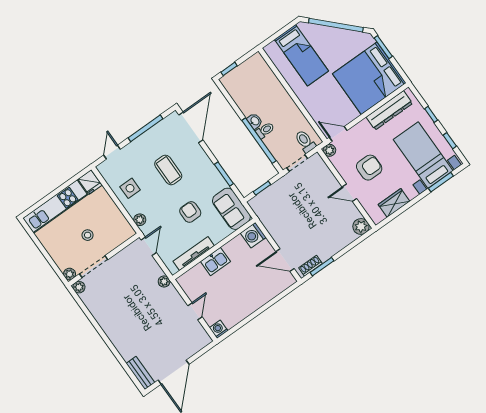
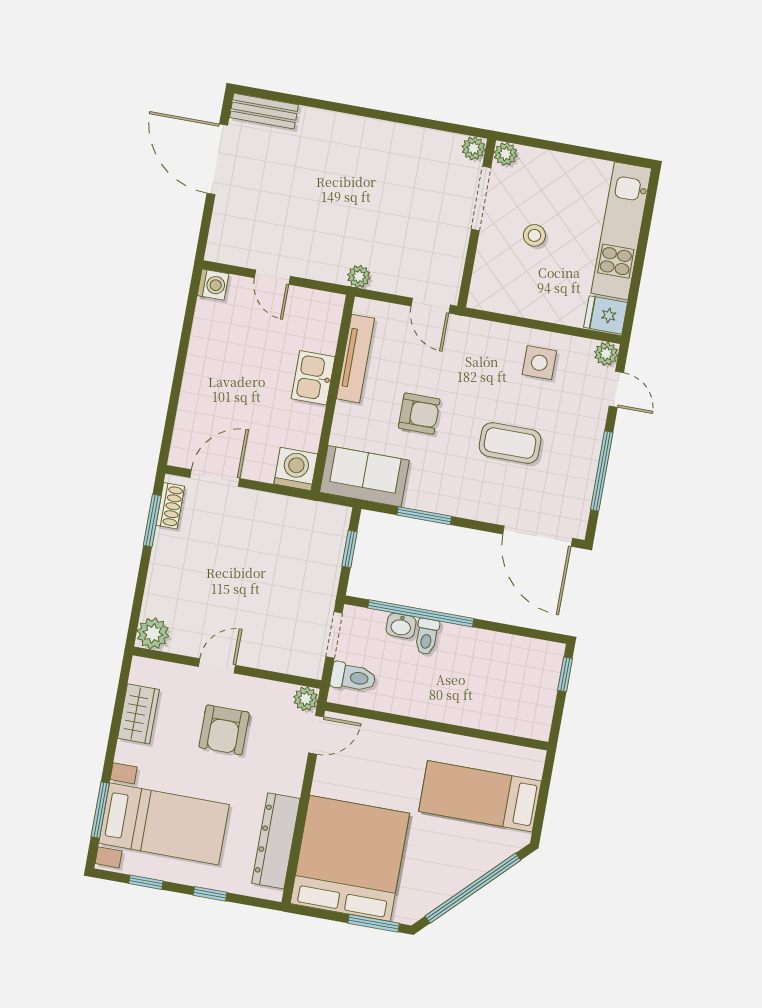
washbasin: (255, 121) -> (401, 626), moved
plant: (140, 220) -> (606, 354), moved

